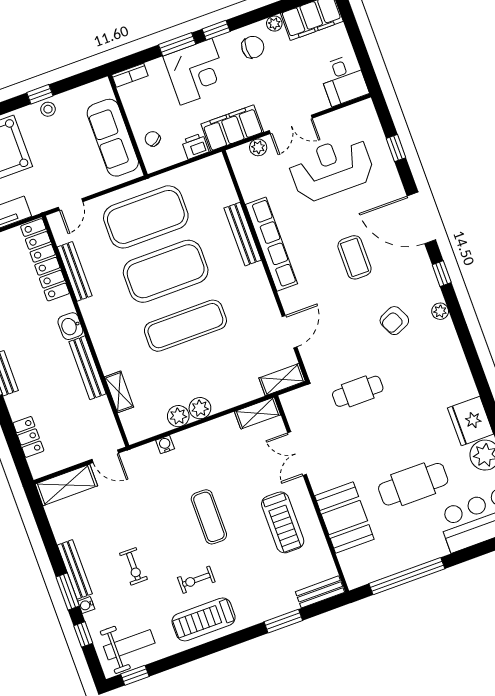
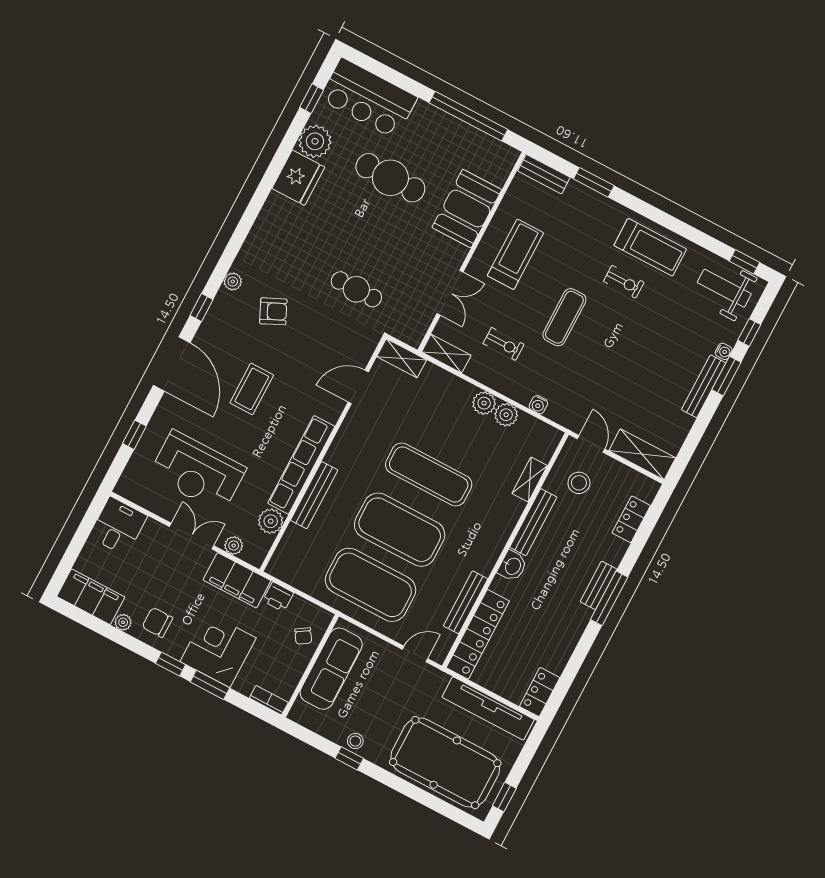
plant: (252, 188) -> (271, 521), added
stool: (86, 424) -> (579, 483), added
exercise bike: (133, 566) -> (504, 344), moved, turned 90

